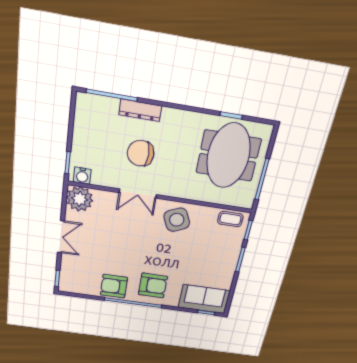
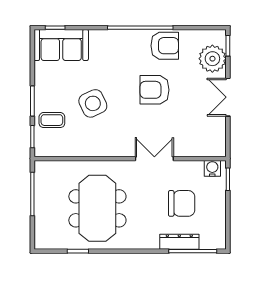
dresser: (140, 110) -> (179, 242), moved
chair: (141, 153) -> (182, 203), moved
meeting table: (228, 156) -> (97, 208), moved
plant: (80, 199) -> (212, 59), moved
coffee table: (230, 219) -> (52, 120), moved
side table: (177, 220) -> (93, 103), moved
armchair: (153, 285) -> (154, 90), moved

